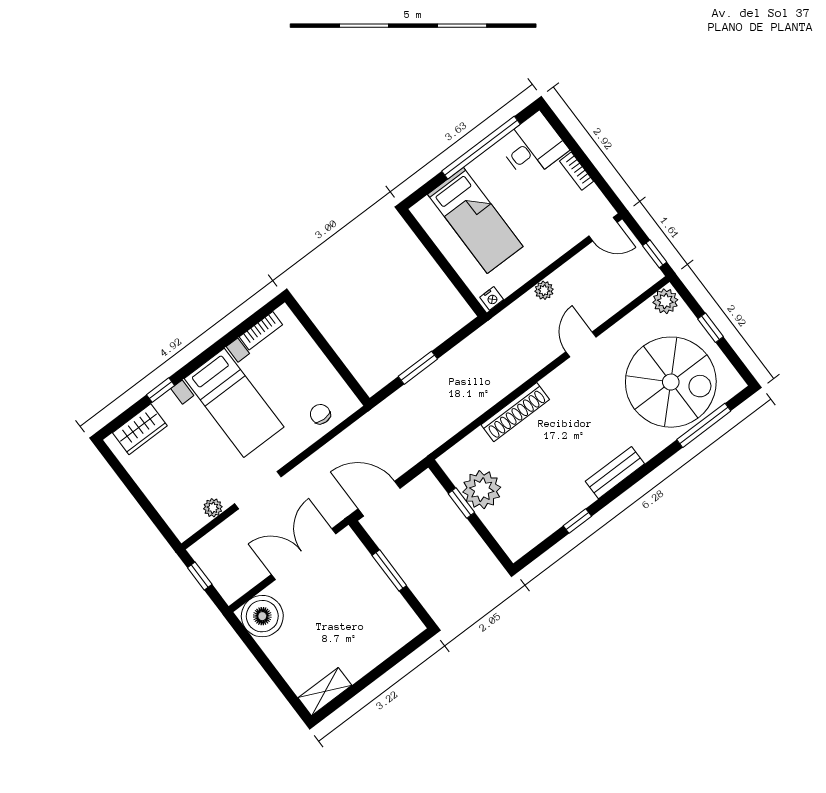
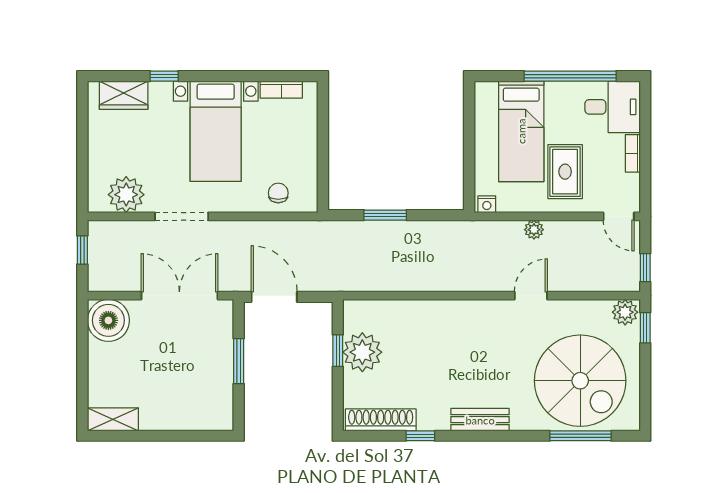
rug: (534, 226) -> (565, 172), added
window: (710, 328) -> (645, 328), moved
shoe rack: (515, 412) -> (381, 420), moved, turned 180
plant: (213, 508) -> (126, 195), width x1.88, depth x1.88

